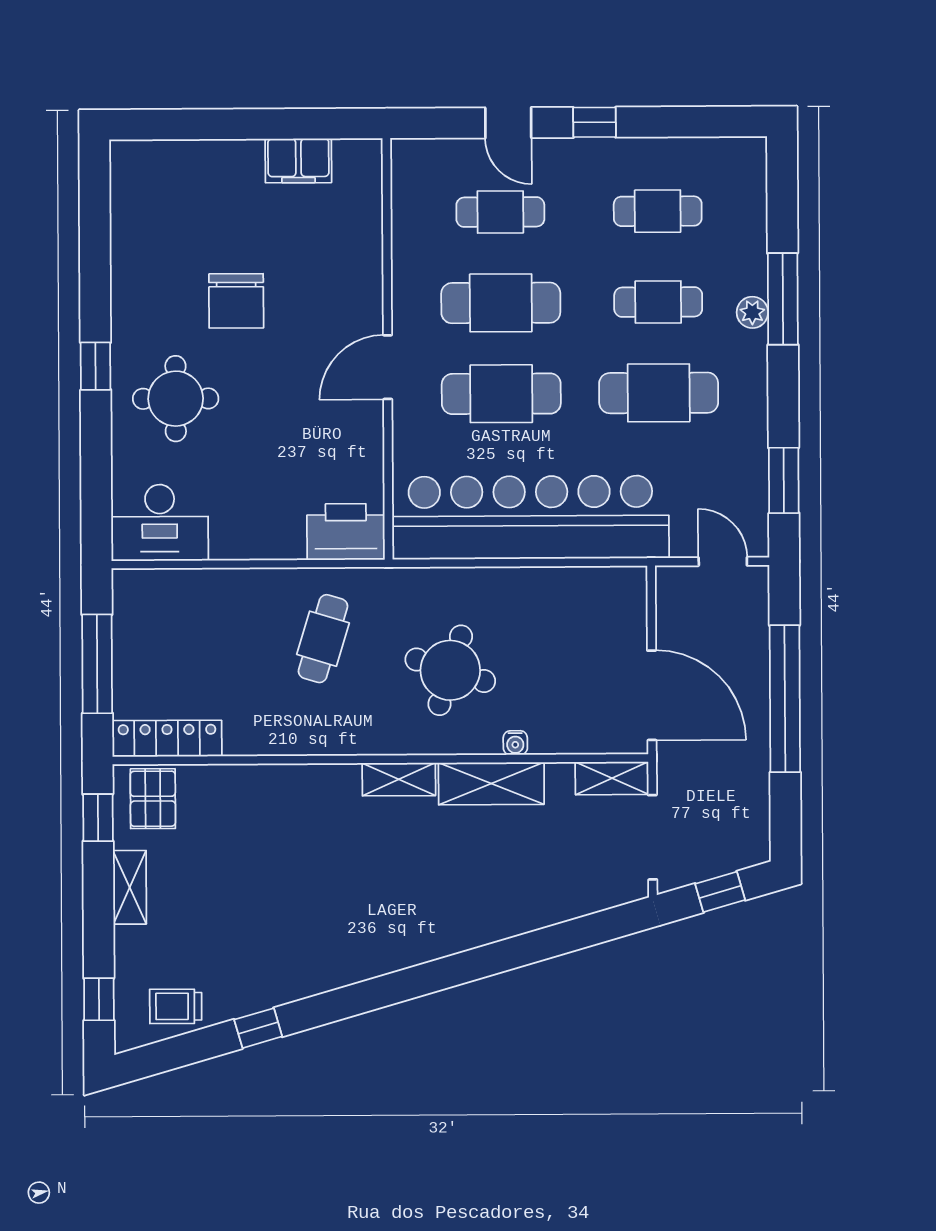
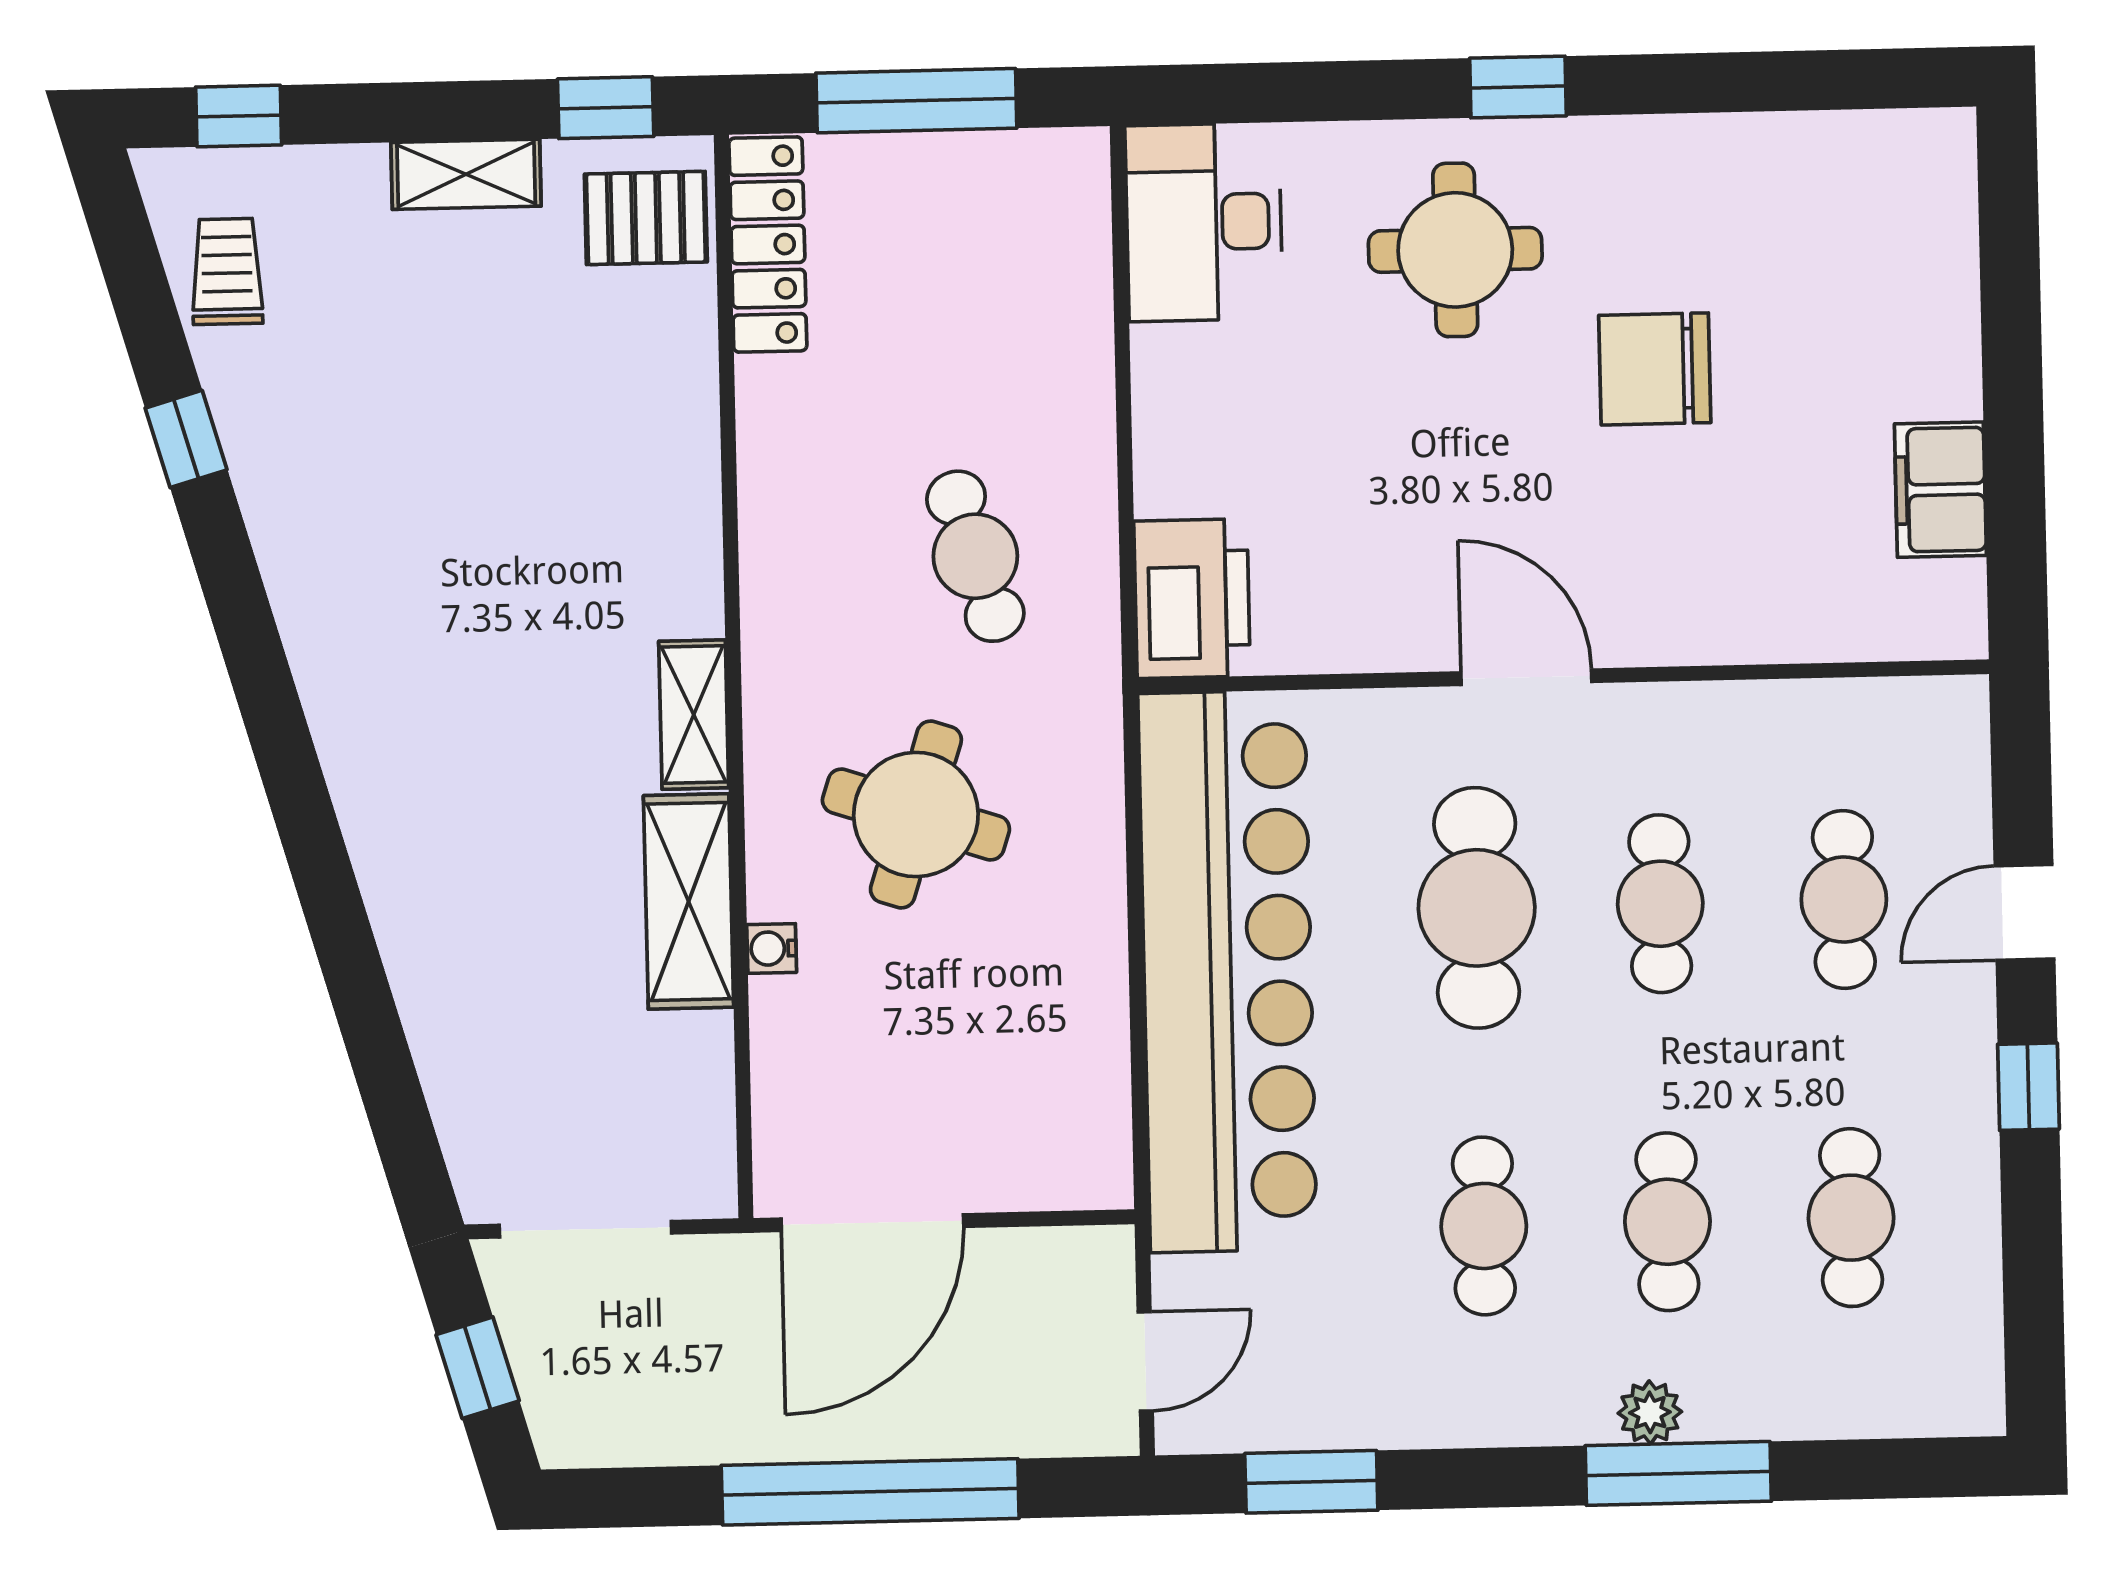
cafe table: (501, 303) -> (1660, 904), width x0.73, depth x0.74
cafe table: (659, 393) -> (1484, 1226), width x0.73, depth x0.74
cafe table: (323, 639) -> (975, 556), turned 56
shelving: (612, 778) -> (703, 1145), removed

